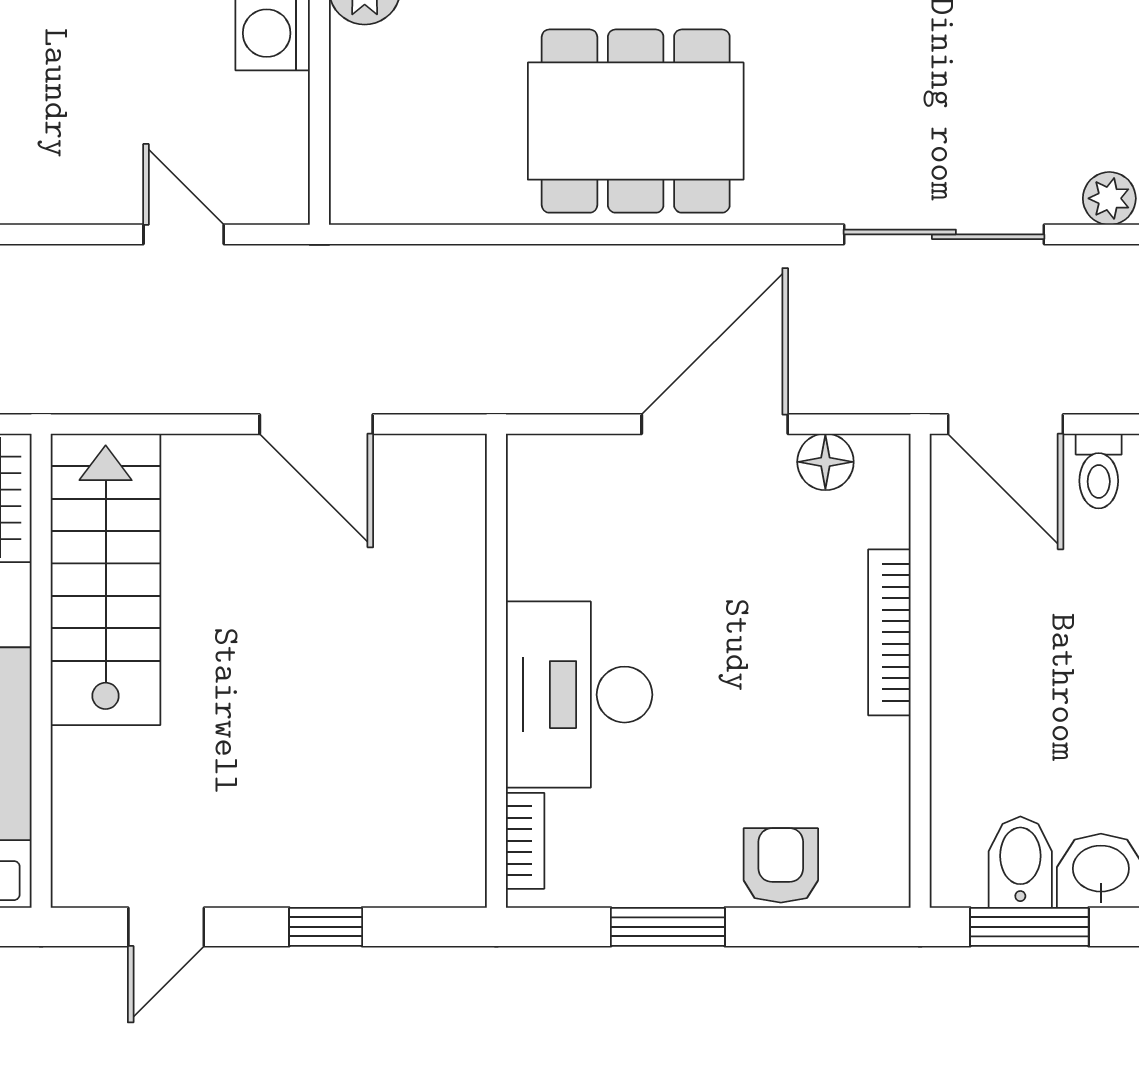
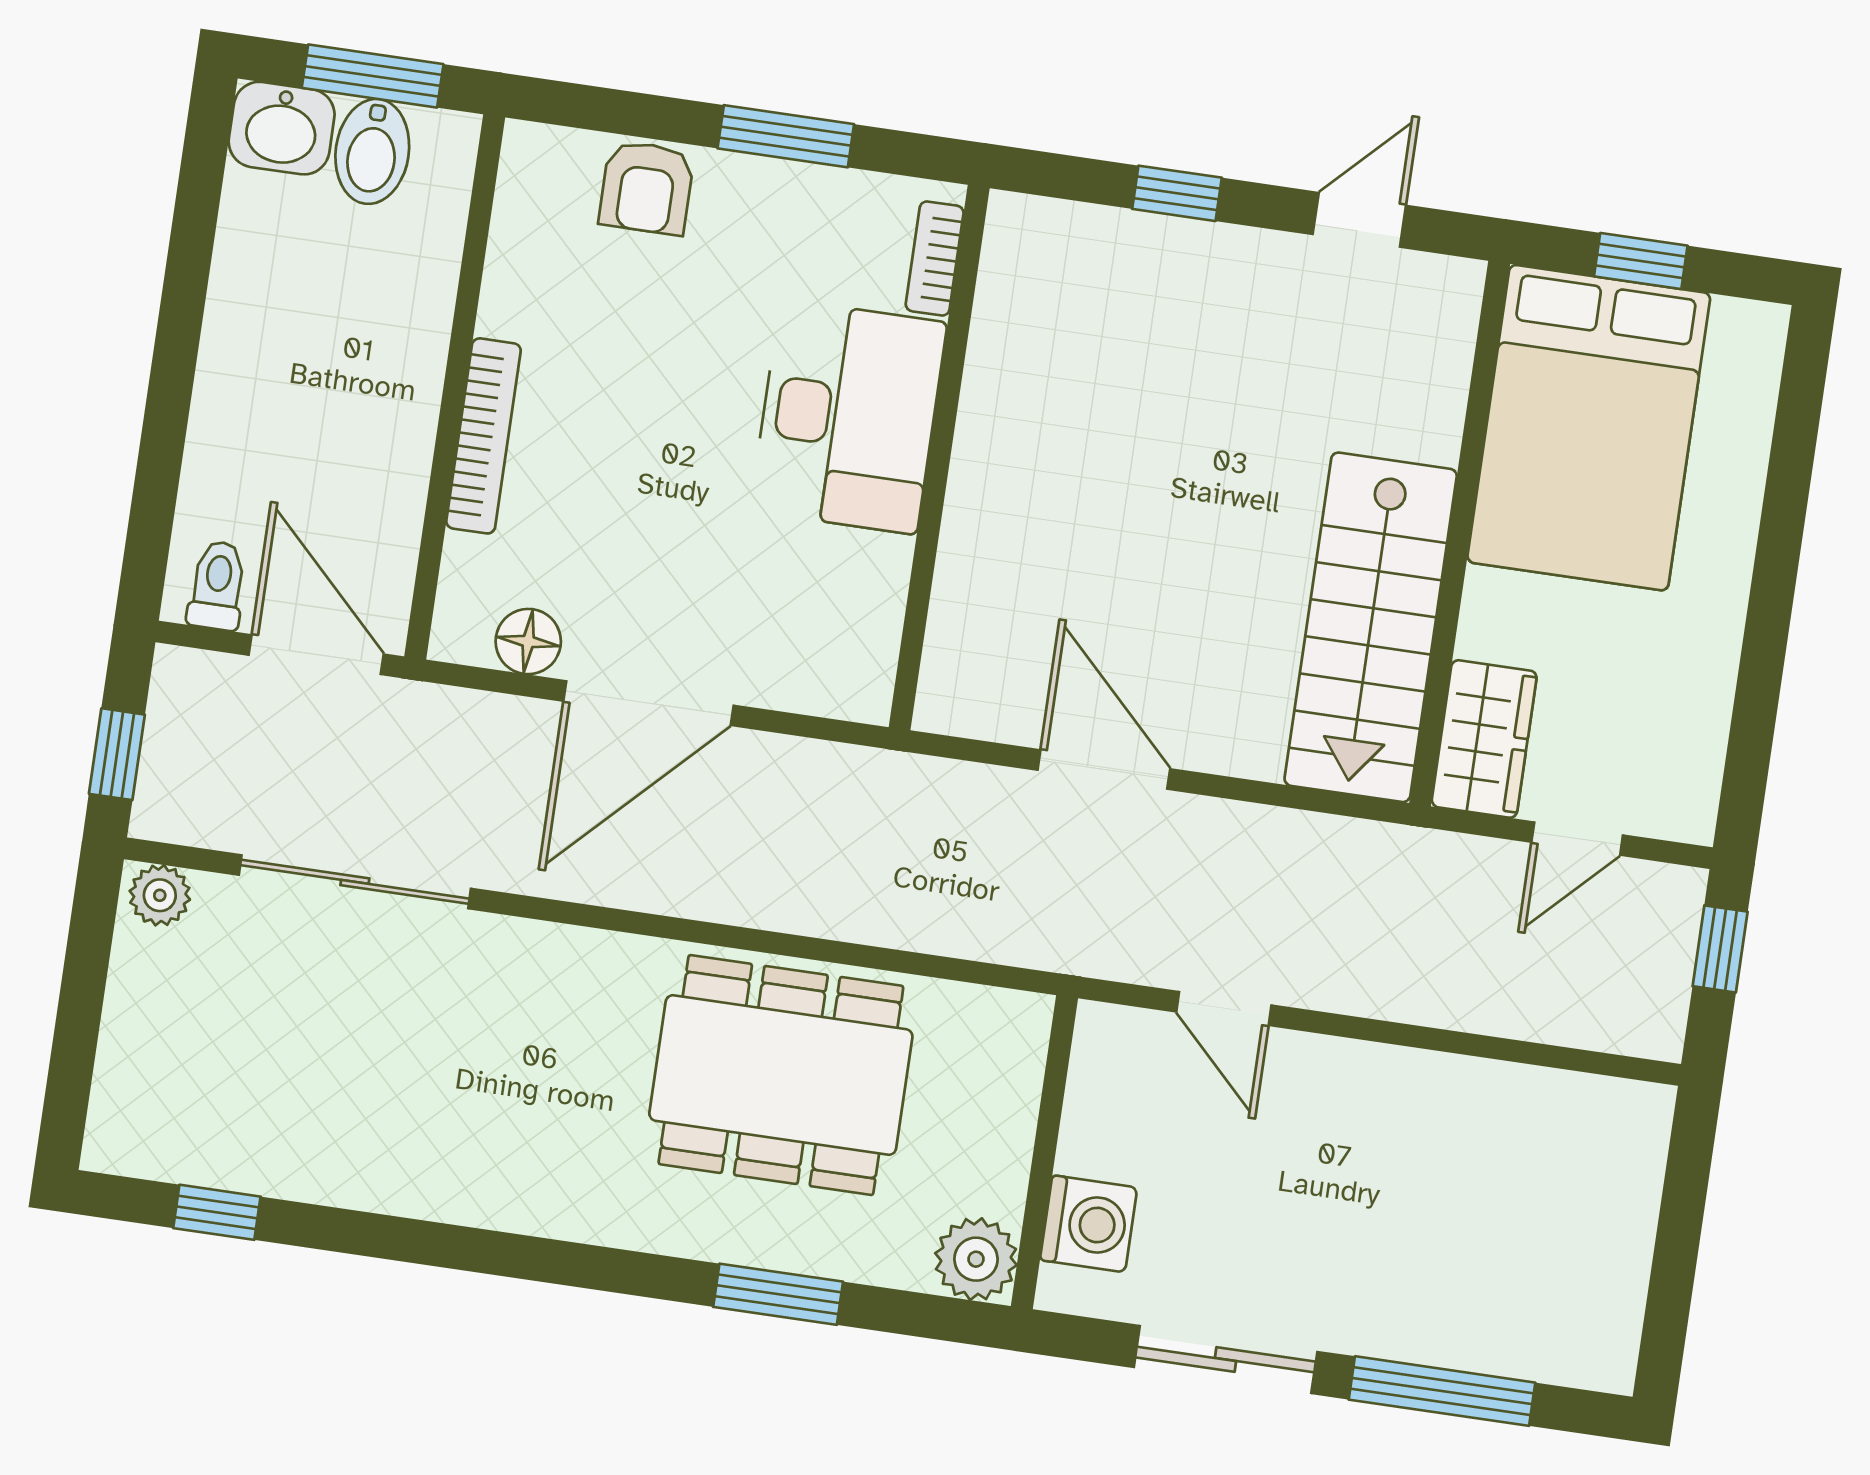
dining table: (636, 121) -> (781, 1075), moved

